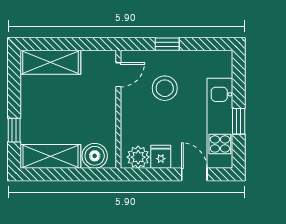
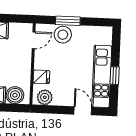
window: (167, 44) -> (68, 21), width x1.50
stool: (165, 88) -> (63, 35), moved
fridge: (161, 157) -> (41, 77), moved, turned 90

